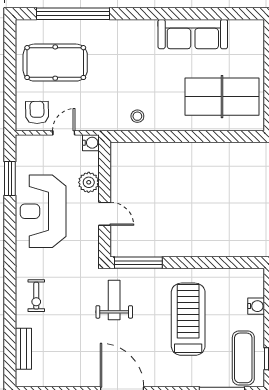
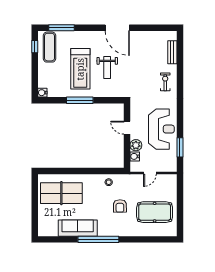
window: (73, 14) -> (98, 239), moved
armchair: (37, 112) -> (120, 206), moved
water cooler: (91, 143) -> (135, 156), moved
window: (138, 263) -> (80, 100), moved
weight bench: (114, 300) -> (107, 67), moved
water cooler: (256, 306) -> (42, 93), moved

